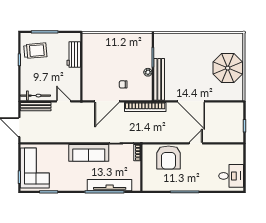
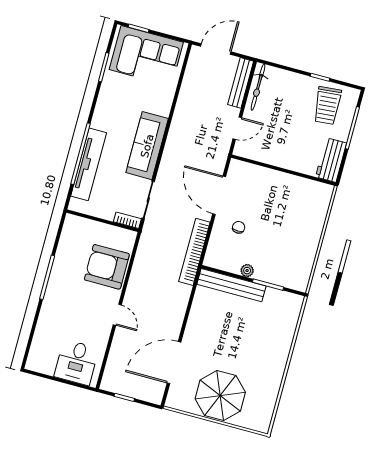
workbench: (74, 55) -> (331, 160), moved, turned -90
door: (191, 101) -> (174, 363), moved
desk: (231, 176) -> (77, 362), moved

